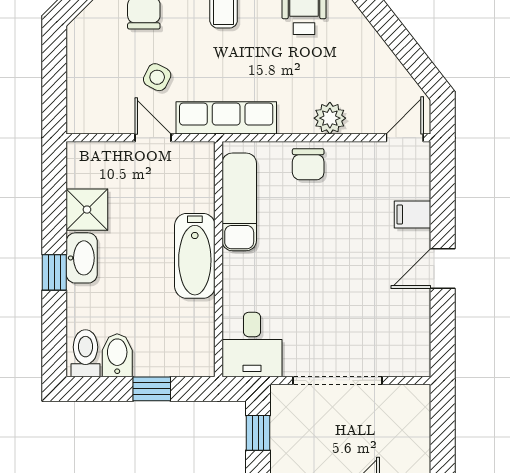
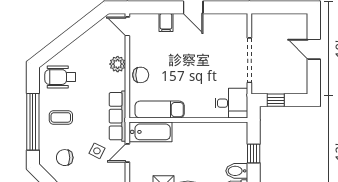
bathtub: (195, 256) -> (151, 132), moved

